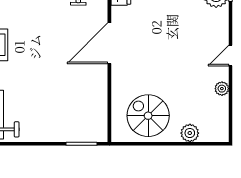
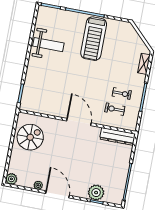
door: (230, 55) -> (57, 194), width x1.87
plant: (190, 133) -> (11, 179), moved

